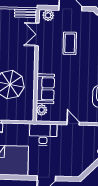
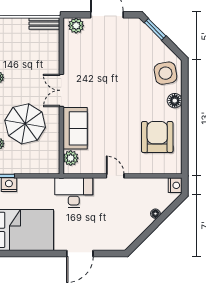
double door: (37, 34) -> (61, 90), moved
coffee table: (70, 43) -> (107, 64), removed

